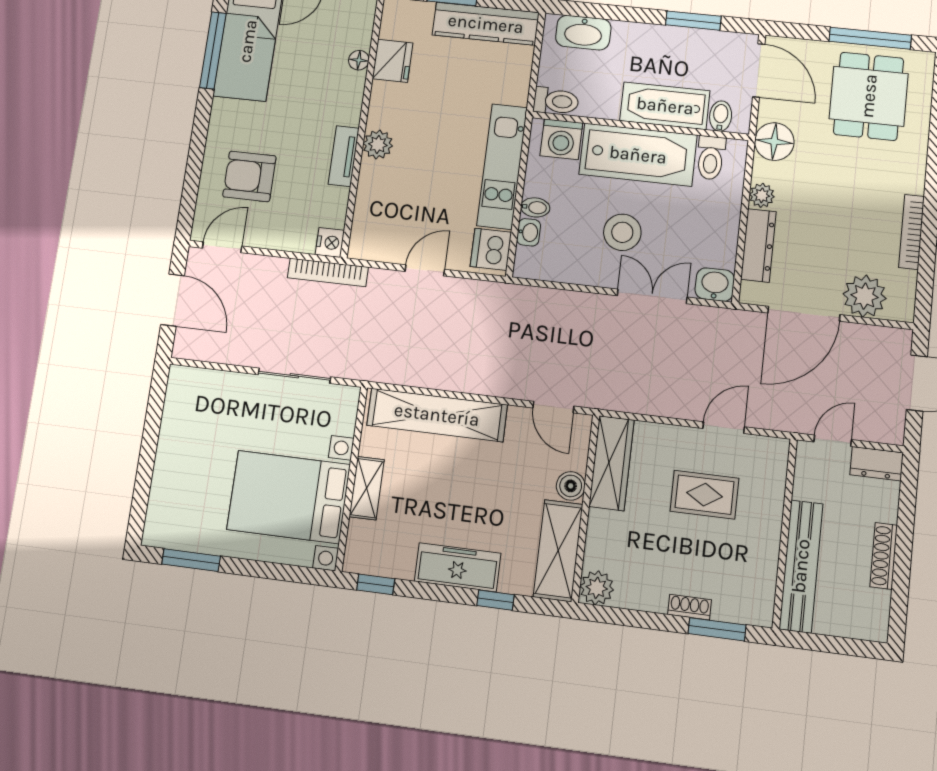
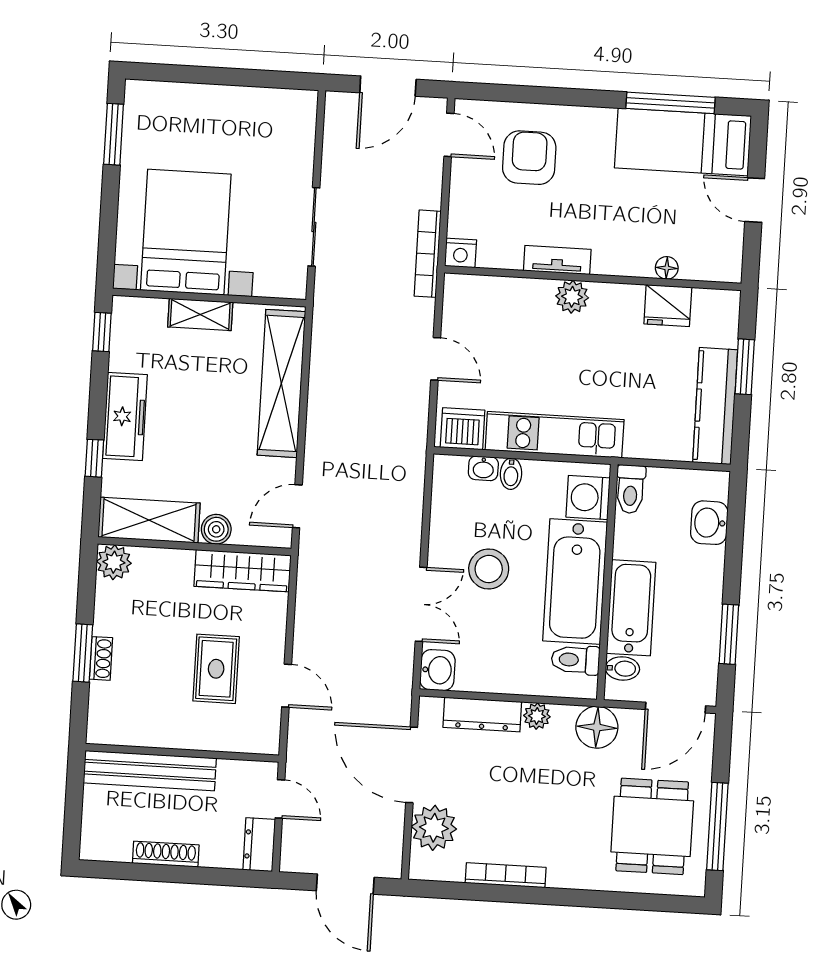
washbasin: (583, 33) -> (709, 523), width x0.72
dining table: (869, 96) -> (652, 826), turned 90
window: (717, 629) -> (83, 653), moved

